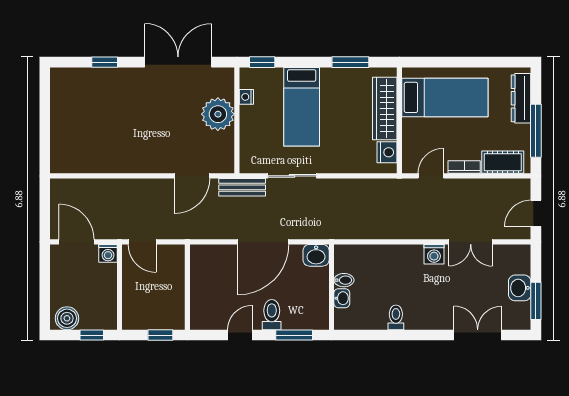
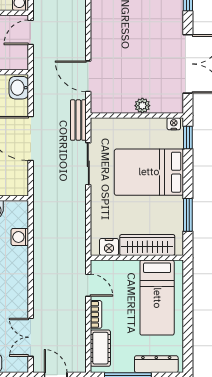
nightstand: (246, 97) -> (174, 124), moved
bed: (302, 107) -> (149, 172), width x1.50
plant: (218, 114) -> (142, 106), width x0.53, depth x0.53
double door: (471, 242) -> (31, 337), moved
washing machine: (434, 254) -> (20, 237), moved
washbasin: (316, 255) -> (19, 88), moved

